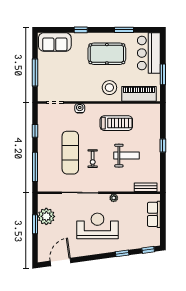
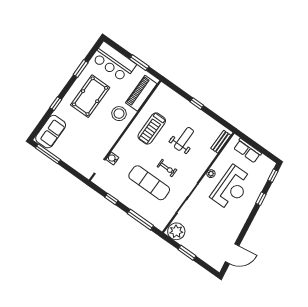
window: (35, 72) -> (48, 154), moved
water cooler: (80, 108) -> (112, 158), moved
treadmill: (116, 123) -> (152, 129), turned 180
plant: (46, 216) -> (176, 231), moved
reception desk: (97, 226) -> (232, 188), moved, turned 180
door: (60, 262) -> (232, 254), swing flipped

